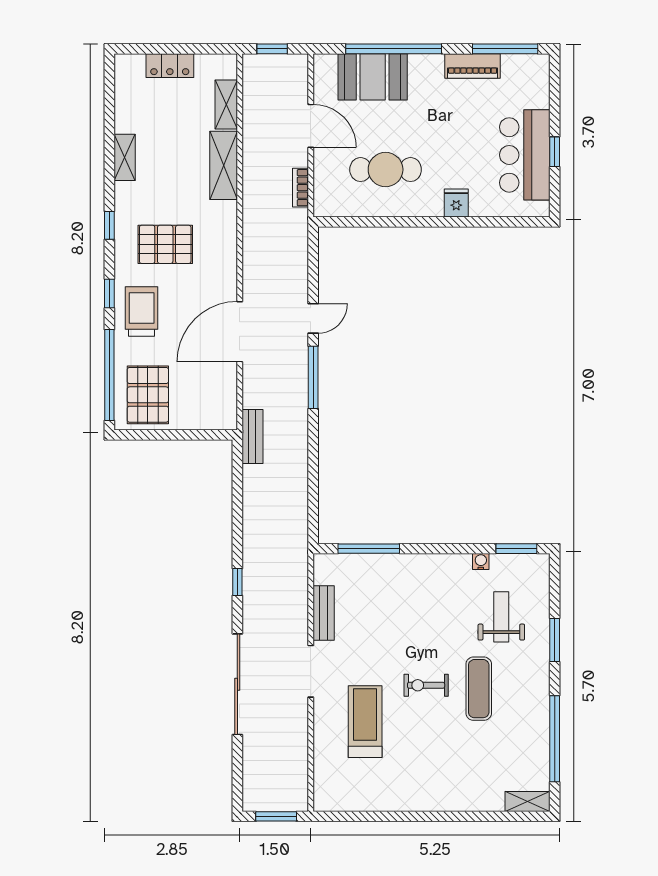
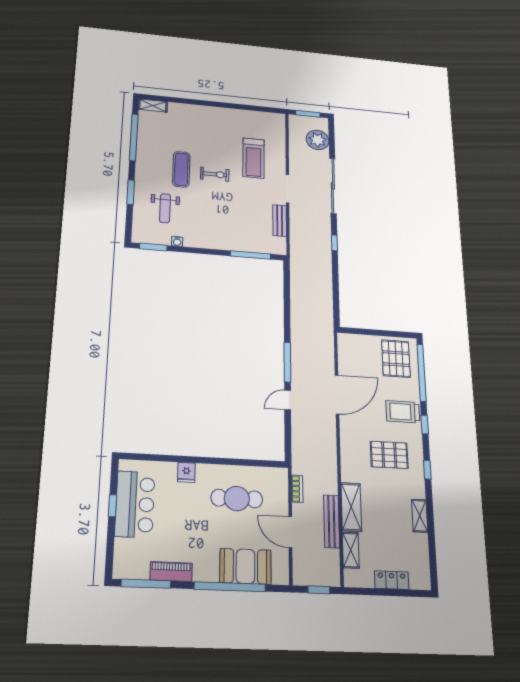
trolley: (142, 311) -> (403, 412), turned 90
bench: (252, 436) -> (332, 521), moved, width x1.36
plant: (261, 768) -> (318, 140), added

